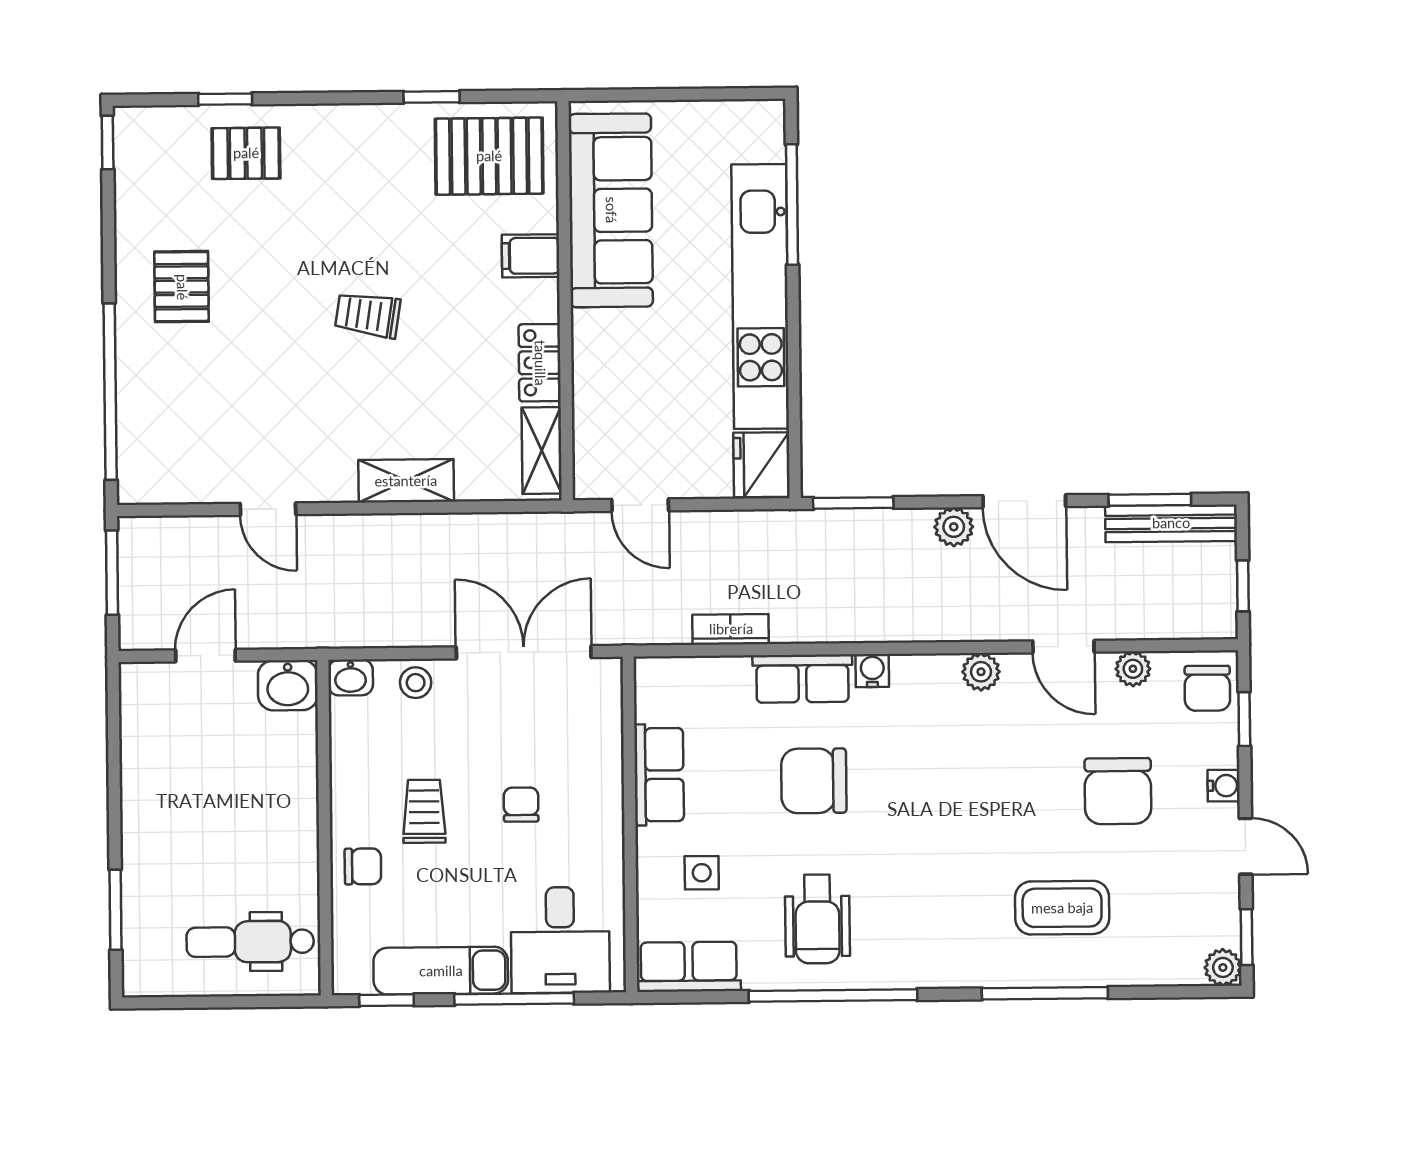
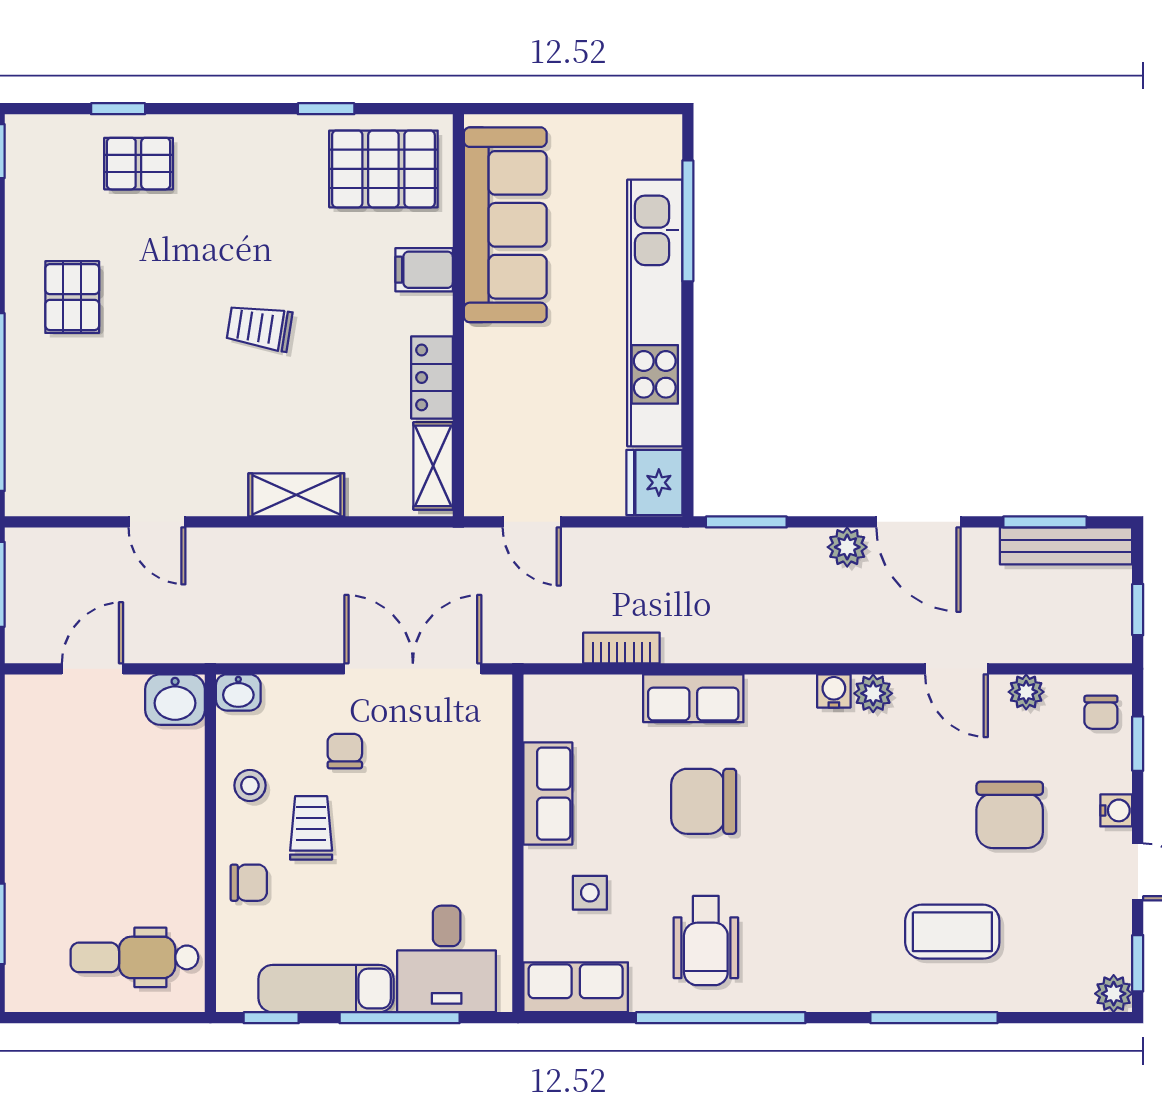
water cooler: (872, 671) -> (834, 691), moved
stool: (416, 683) -> (250, 785), moved
chair: (1207, 688) -> (1101, 712), width x0.73, depth x0.73
chair: (521, 805) -> (345, 751), moved

